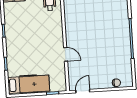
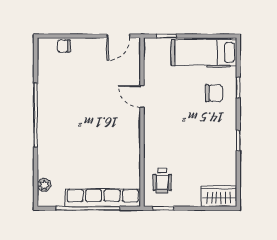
chair: (21, 59) -> (214, 93), added

